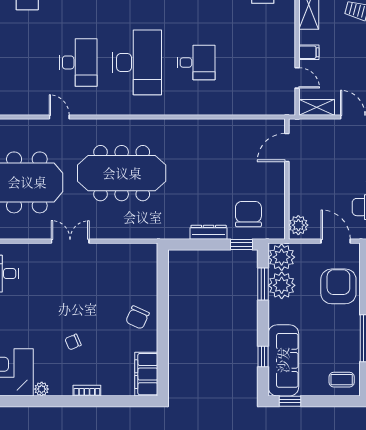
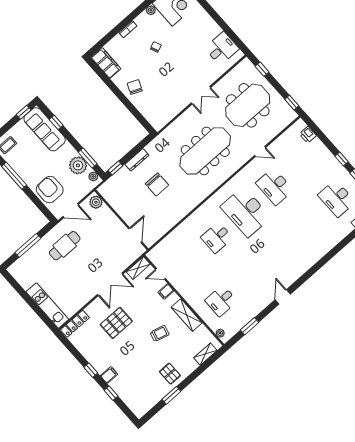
chair: (248, 214) -> (157, 184), moved
plant: (282, 257) -> (93, 176), width x0.53, depth x0.53
armchair: (338, 286) -> (50, 190), turned 180

